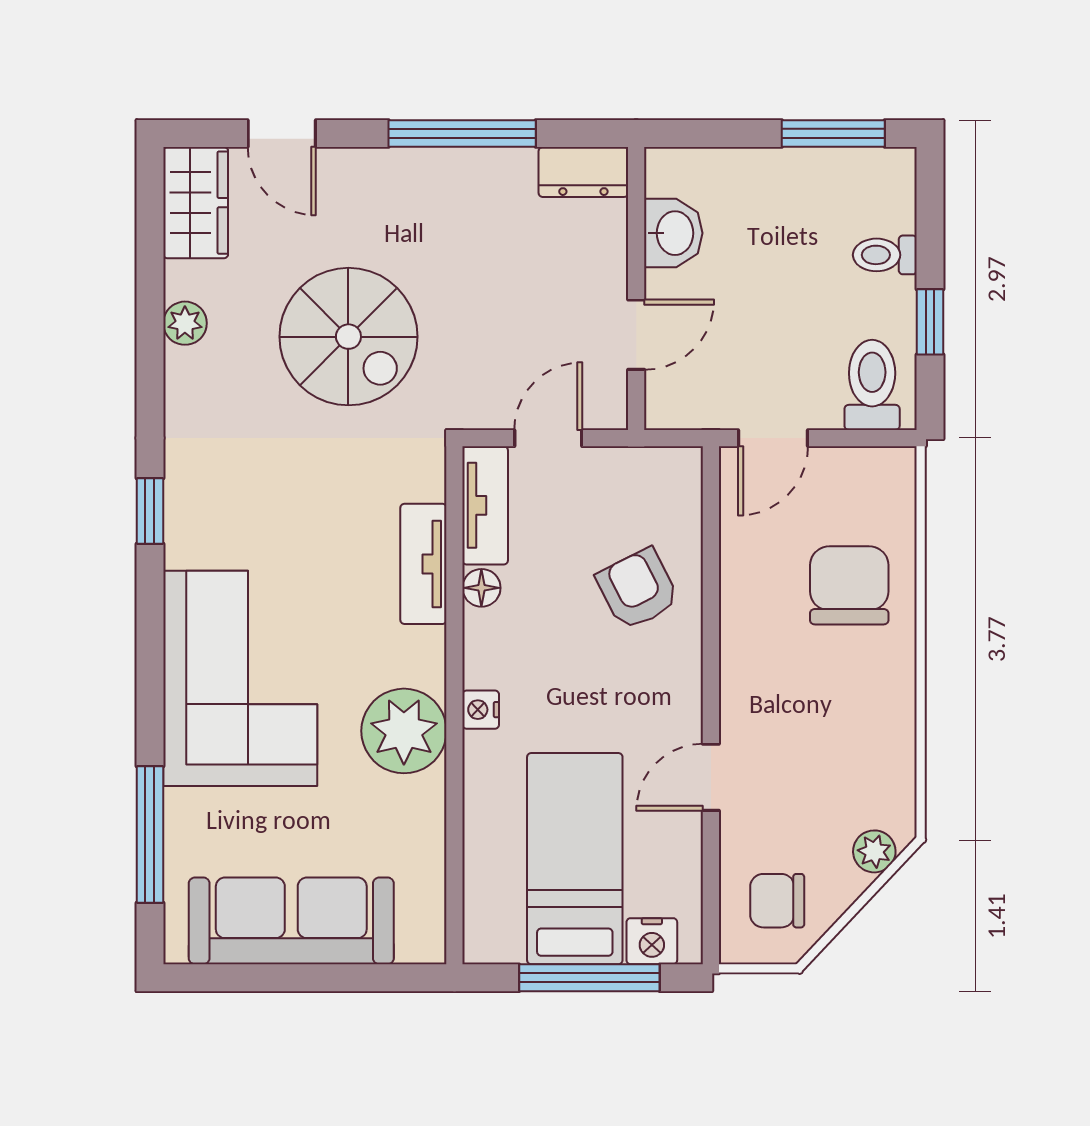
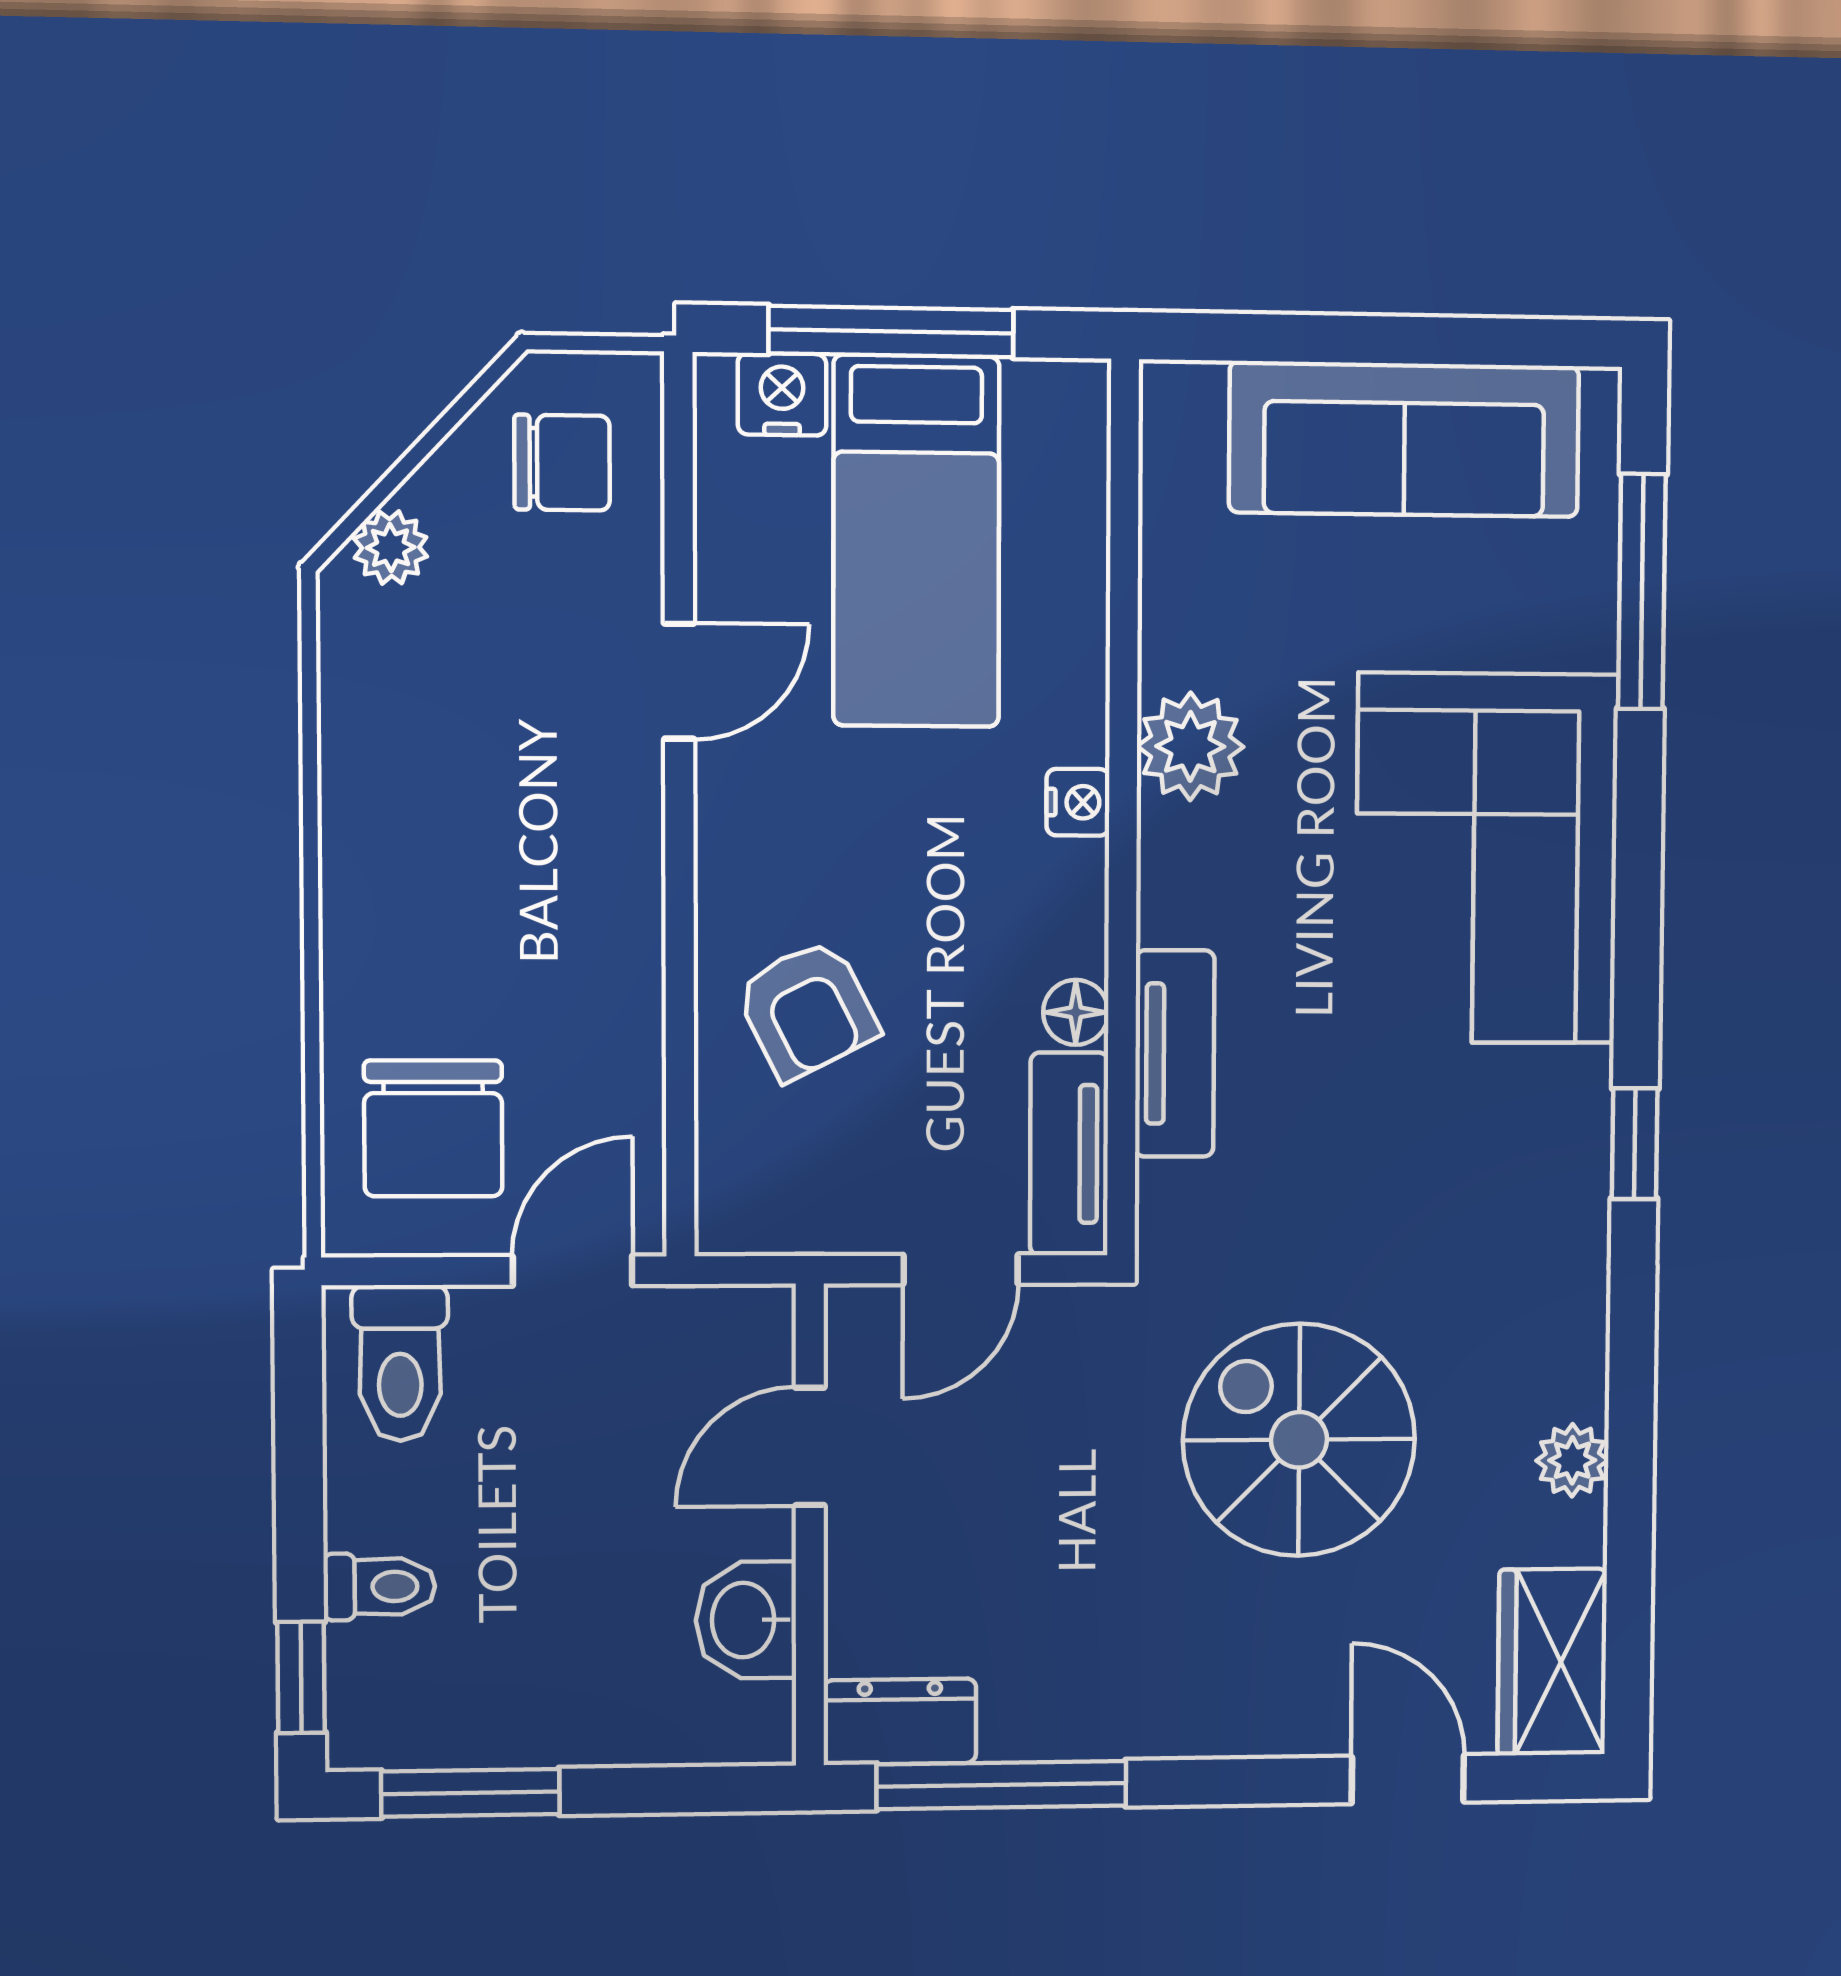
window: (462, 133) -> (1002, 1785), moved
window: (930, 322) -> (301, 1677), moved
chair: (849, 585) -> (433, 1128), moved
plant: (404, 731) -> (1190, 746), width x0.73, depth x0.73

